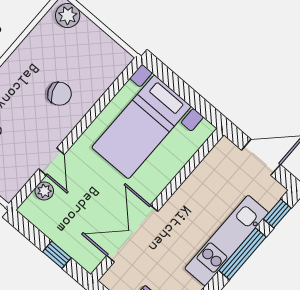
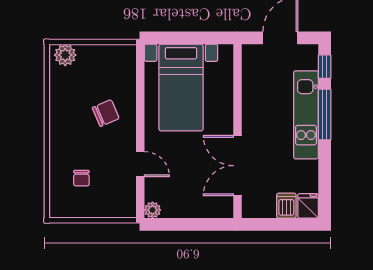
plant: (44, 191) -> (152, 210), moved
window: (57, 255) -> (199, 224), removed

